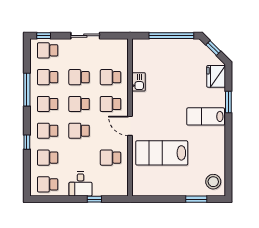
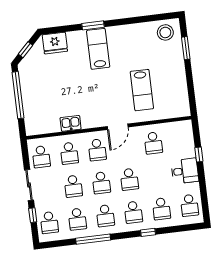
window: (44, 36) -> (33, 215), moved
school desk: (111, 50) -> (41, 157), added
window: (228, 102) -> (93, 25), moved
lab bench: (206, 116) -> (98, 49), turned 180
lab bench: (162, 153) -> (142, 90), width x0.73, depth x0.72

